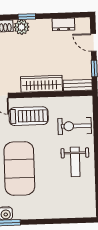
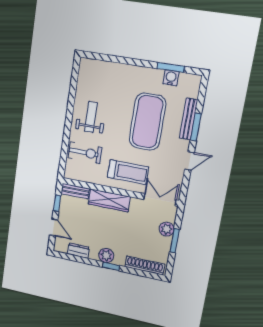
plant: (22, 27) -> (106, 255), moved
treadmill: (29, 116) -> (128, 172), turned 180

